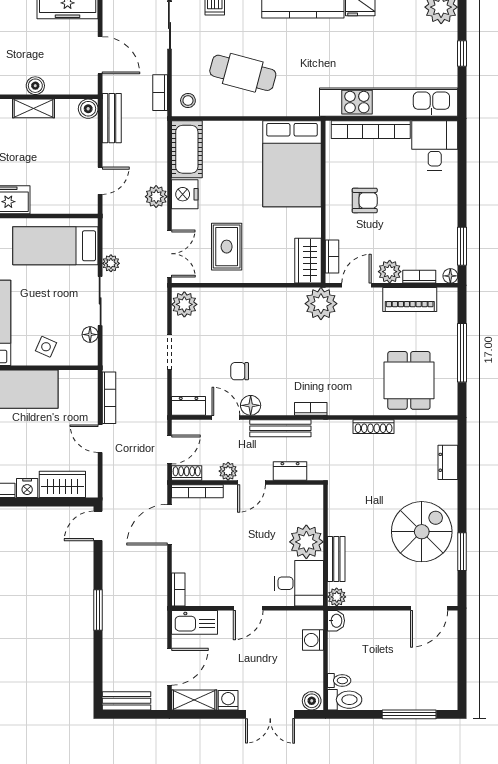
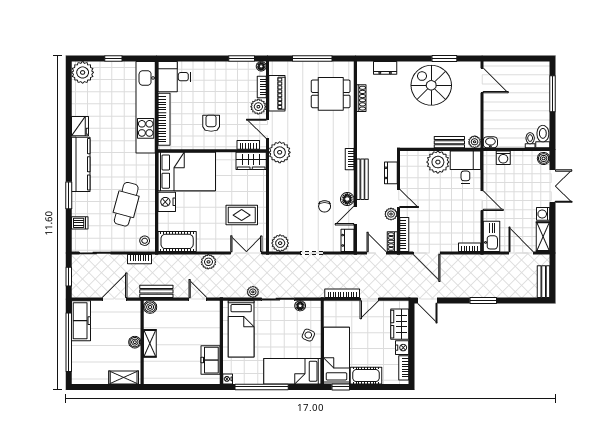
nightstand: (185, 194) -> (167, 202), moved, turned 90
shoe rack: (374, 427) -> (361, 98), moved

